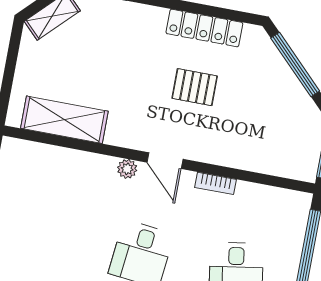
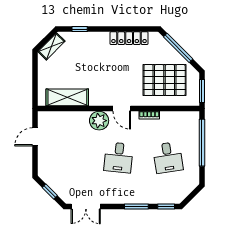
pallet: (195, 87) -> (165, 80), moved, width x2.05, depth x2.00
plant: (127, 169) -> (99, 121), width x1.87, depth x1.87

